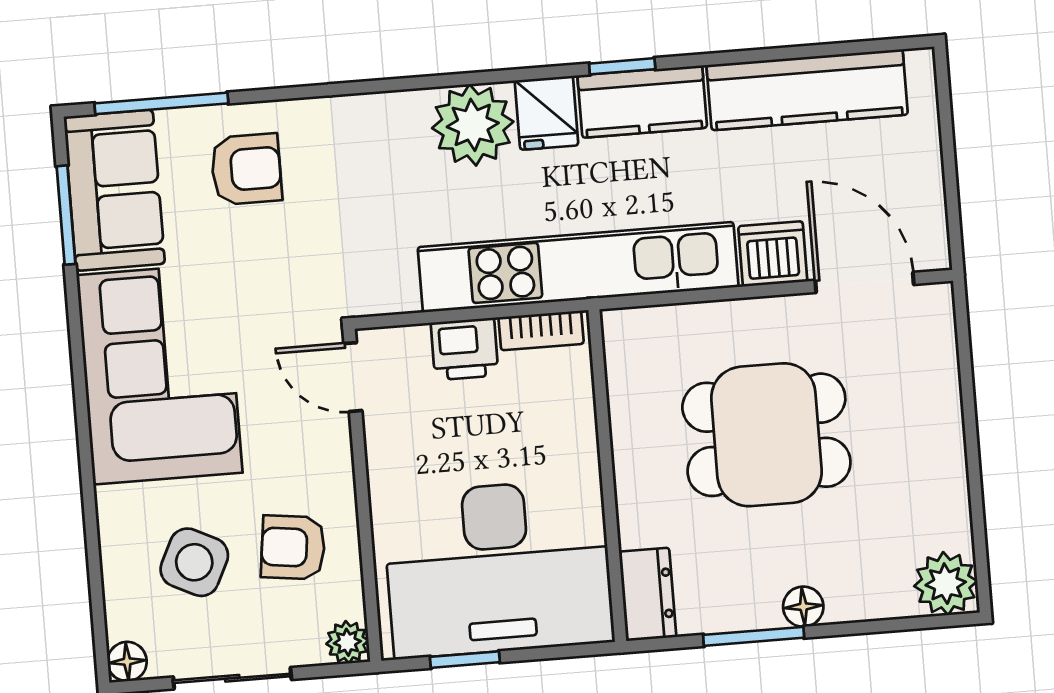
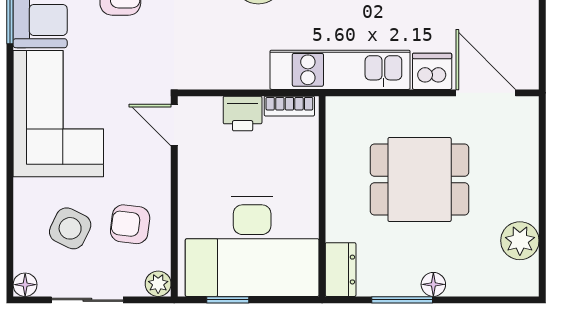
kitchen unit: (578, 267) -> (340, 70), width x0.73
plant: (946, 584) -> (520, 241), moved

